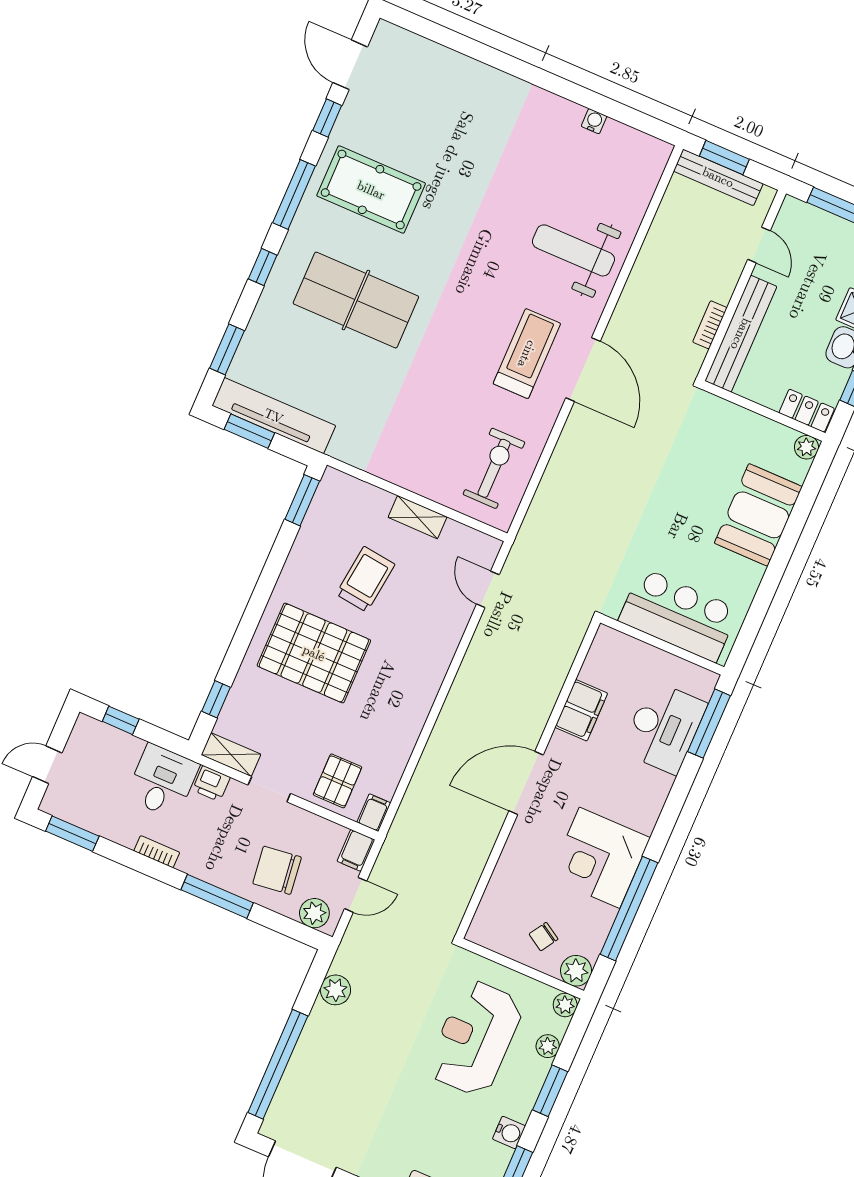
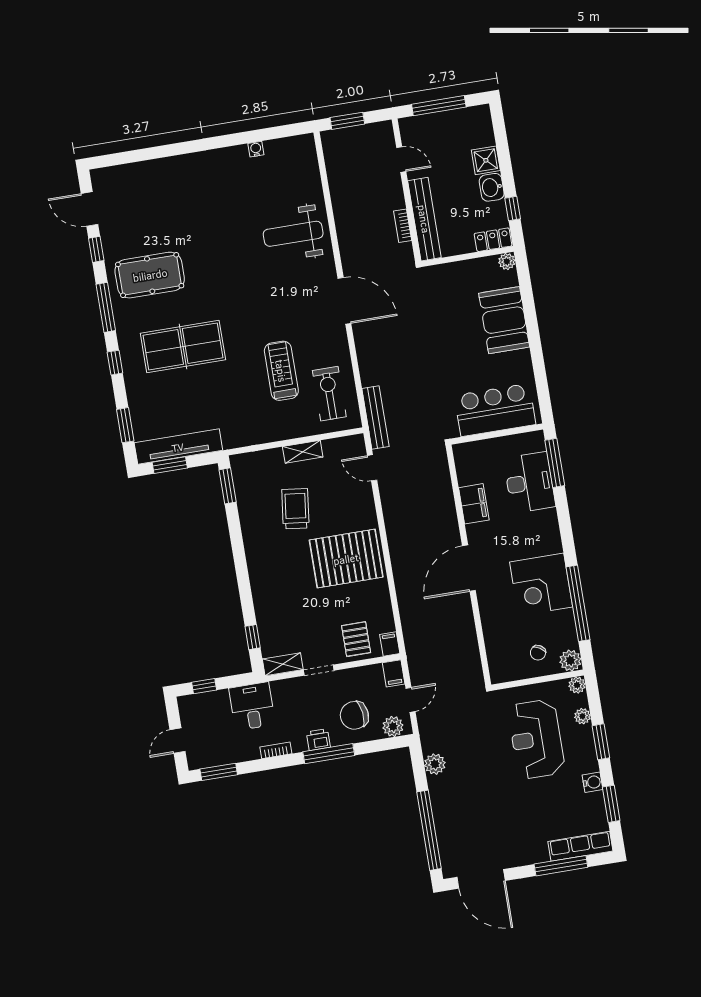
bench: (718, 177) -> (375, 417), moved, turned 90
treadmill: (527, 354) -> (281, 371), moved
pallet: (314, 653) -> (346, 559), moved
printer: (211, 784) -> (318, 740), moved, turned 180

